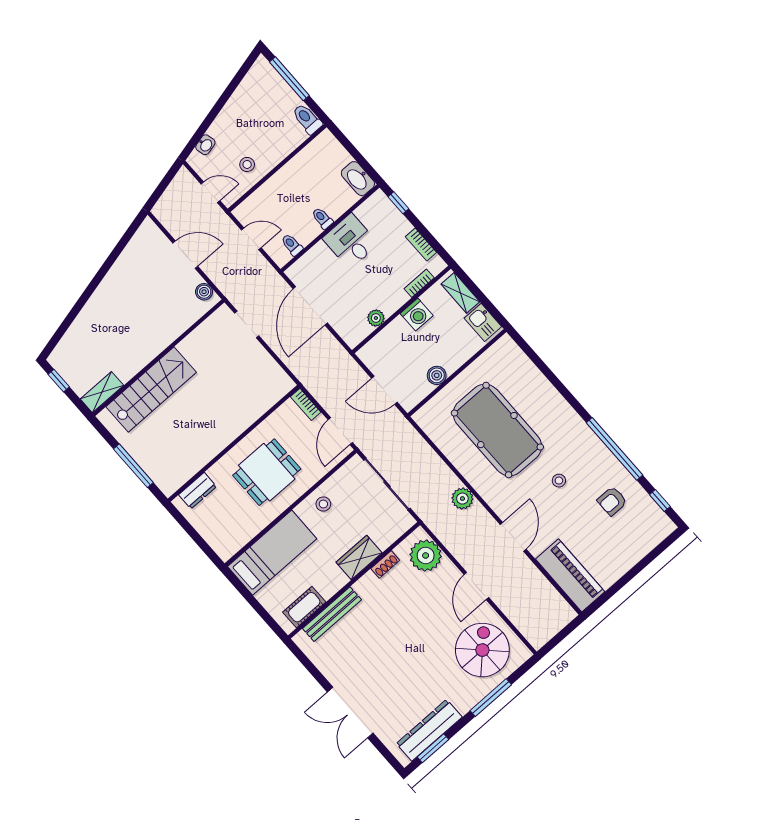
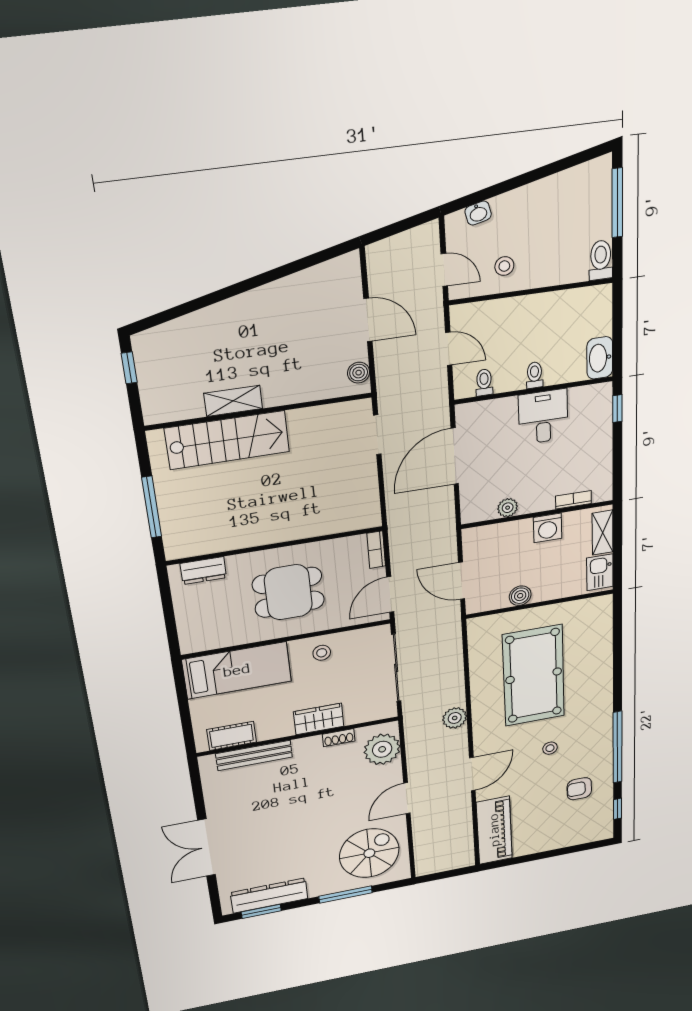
bookcase: (421, 244) -> (605, 463), removed
shelving: (102, 392) -> (233, 401), moved

